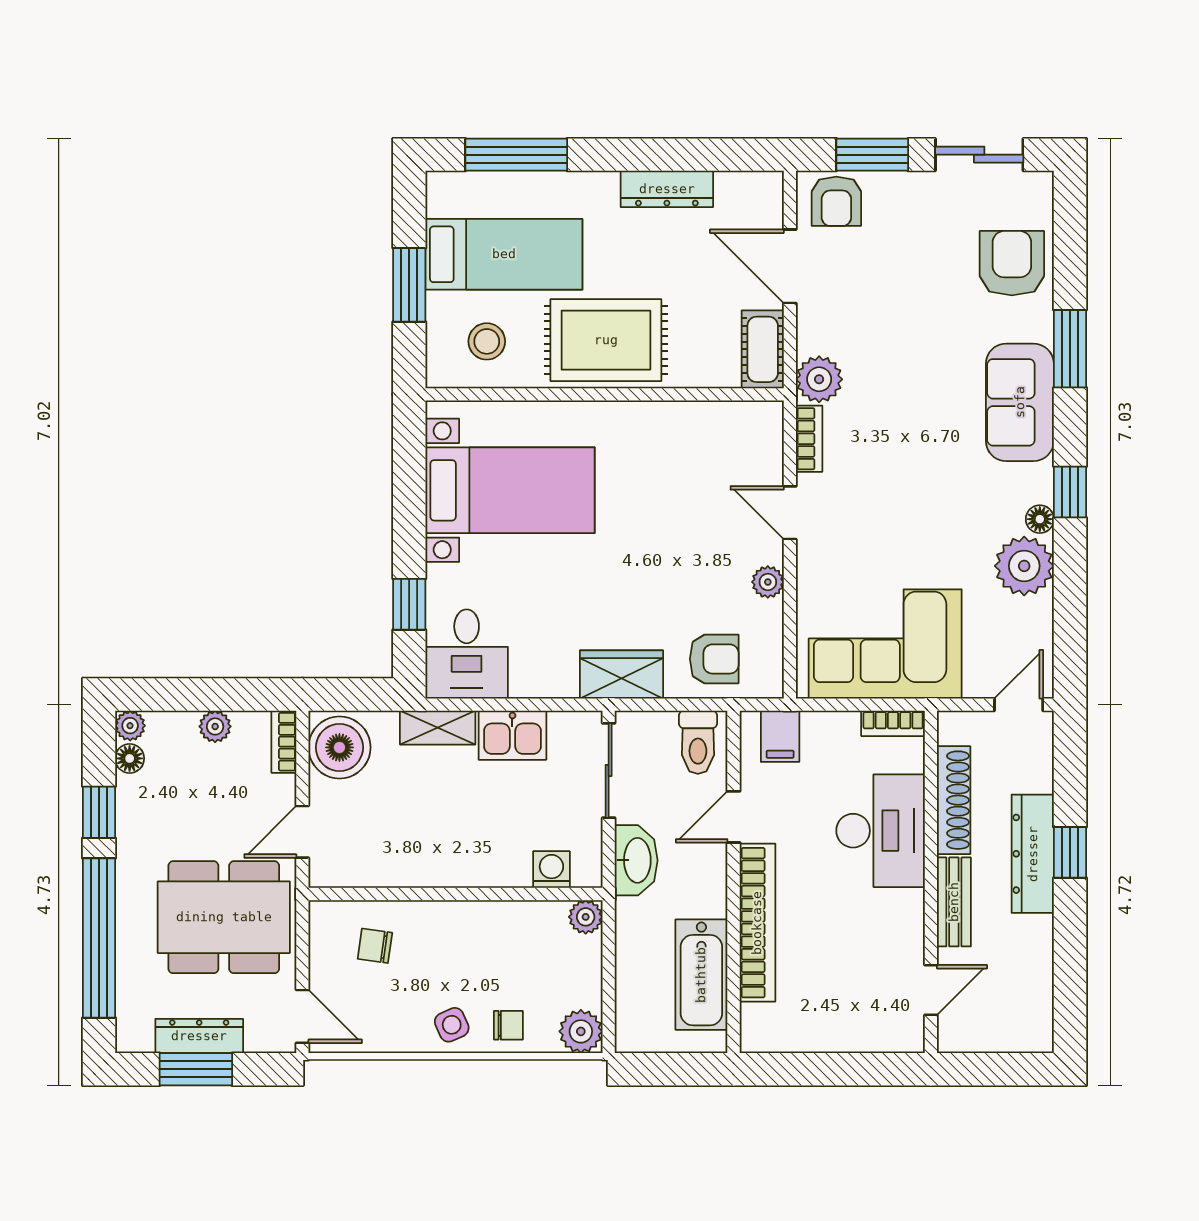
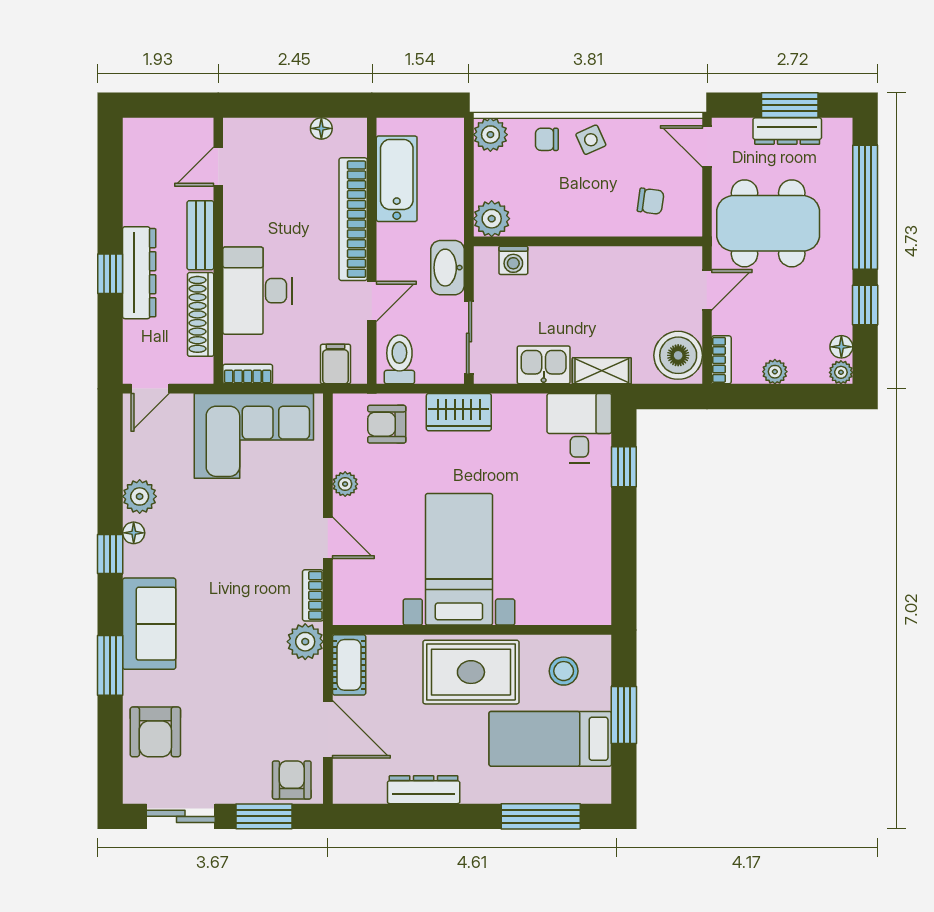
bed with nightstands: (510, 490) -> (459, 559), moved, turned 90
plant: (1024, 566) -> (140, 496), width x0.73, depth x0.73
plant: (586, 917) -> (492, 219), width x1.38, depth x1.38
floor lamp: (798, 1039) -> (321, 128), added

